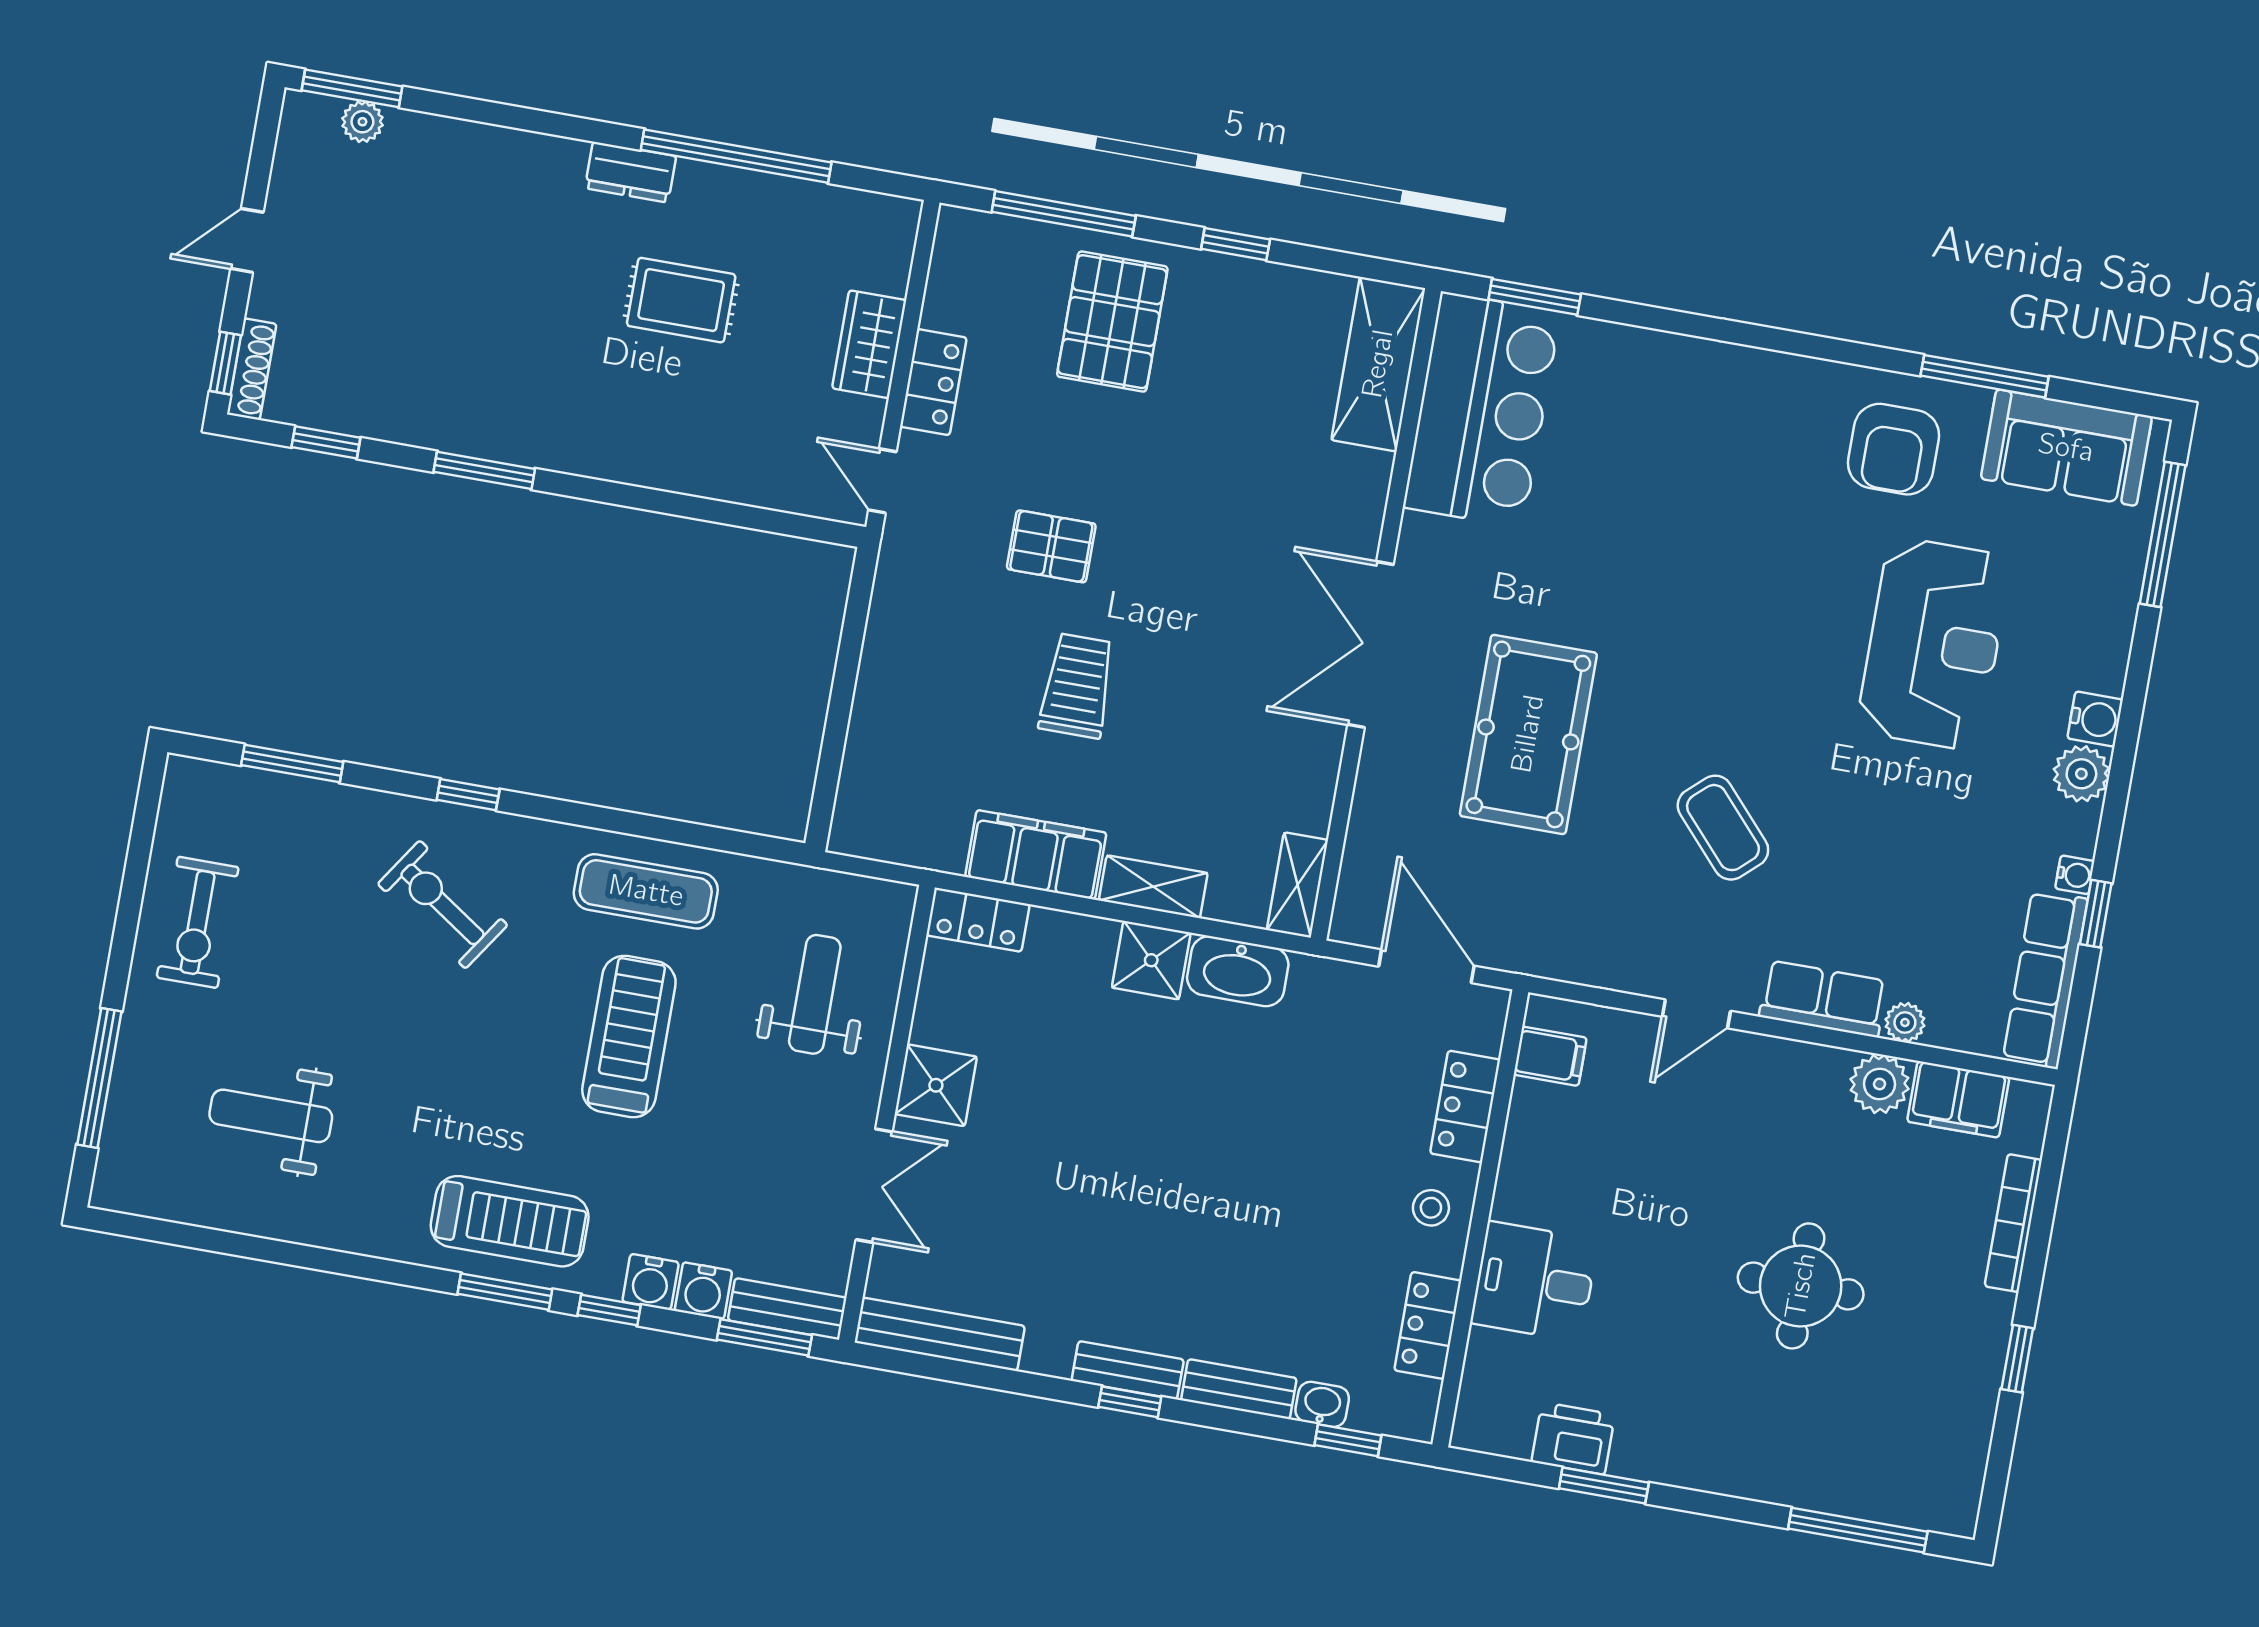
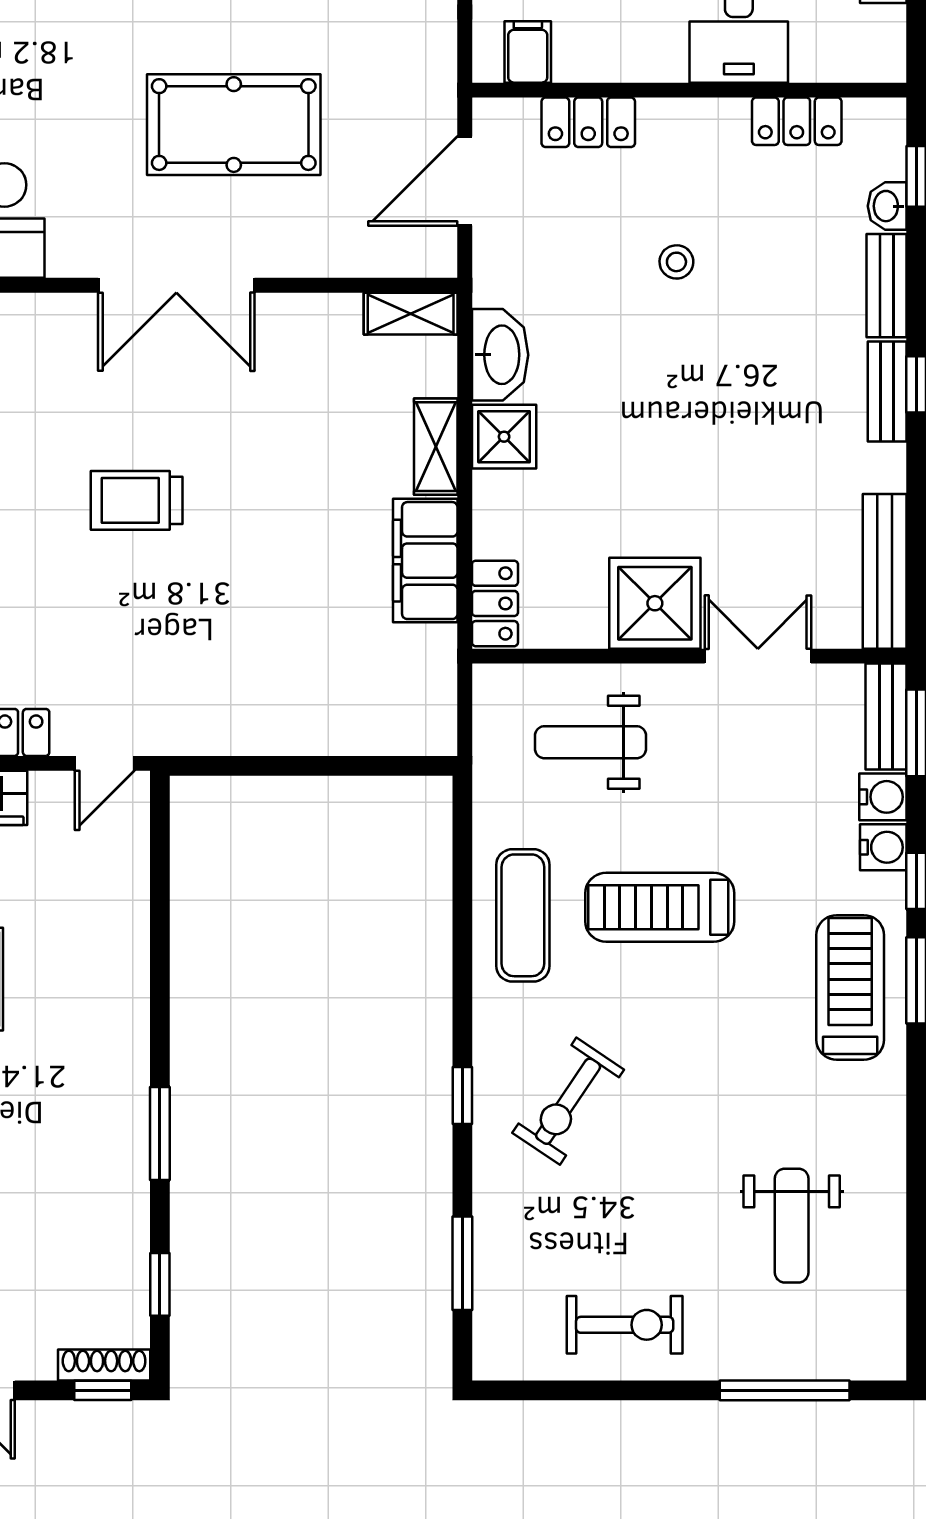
pallet: (1051, 546) -> (138, 597), removed
trolley: (1077, 686) -> (137, 500), moved
shower: (936, 1085) -> (655, 603), width x1.36, depth x1.36
stool: (1431, 1208) -> (676, 262), moved

